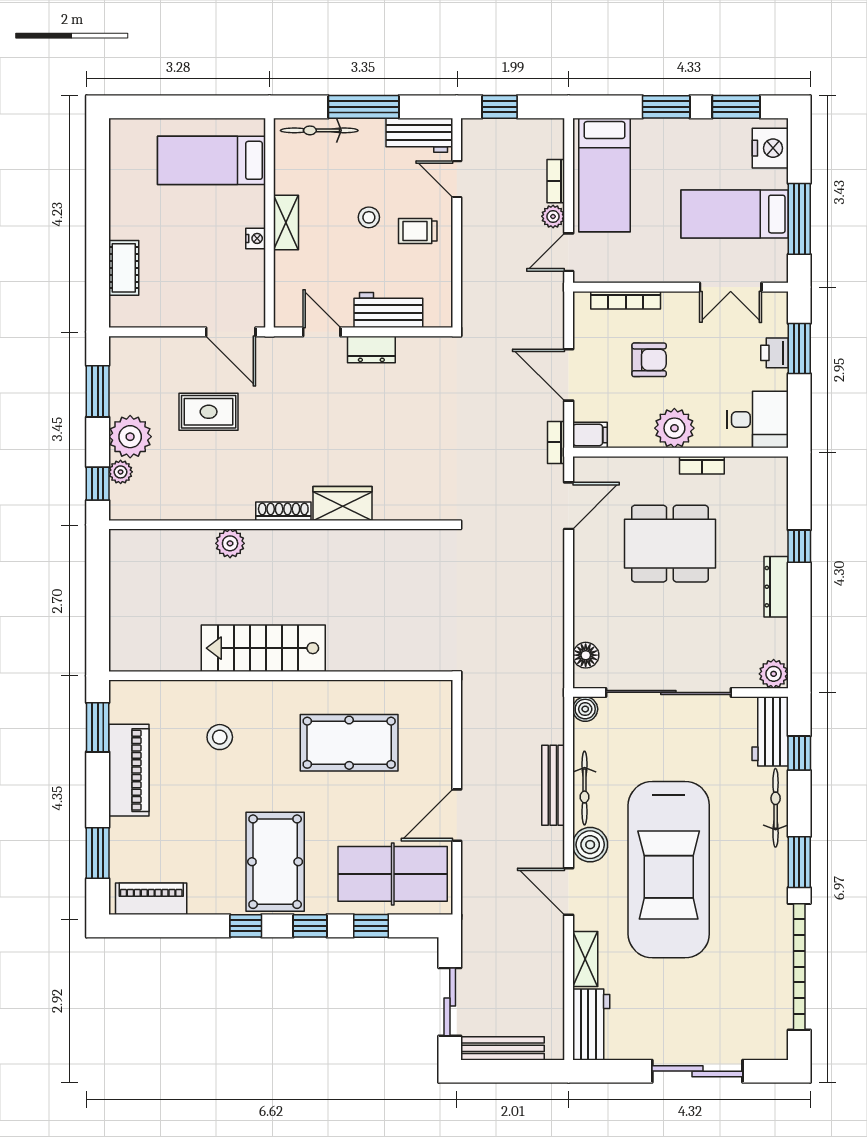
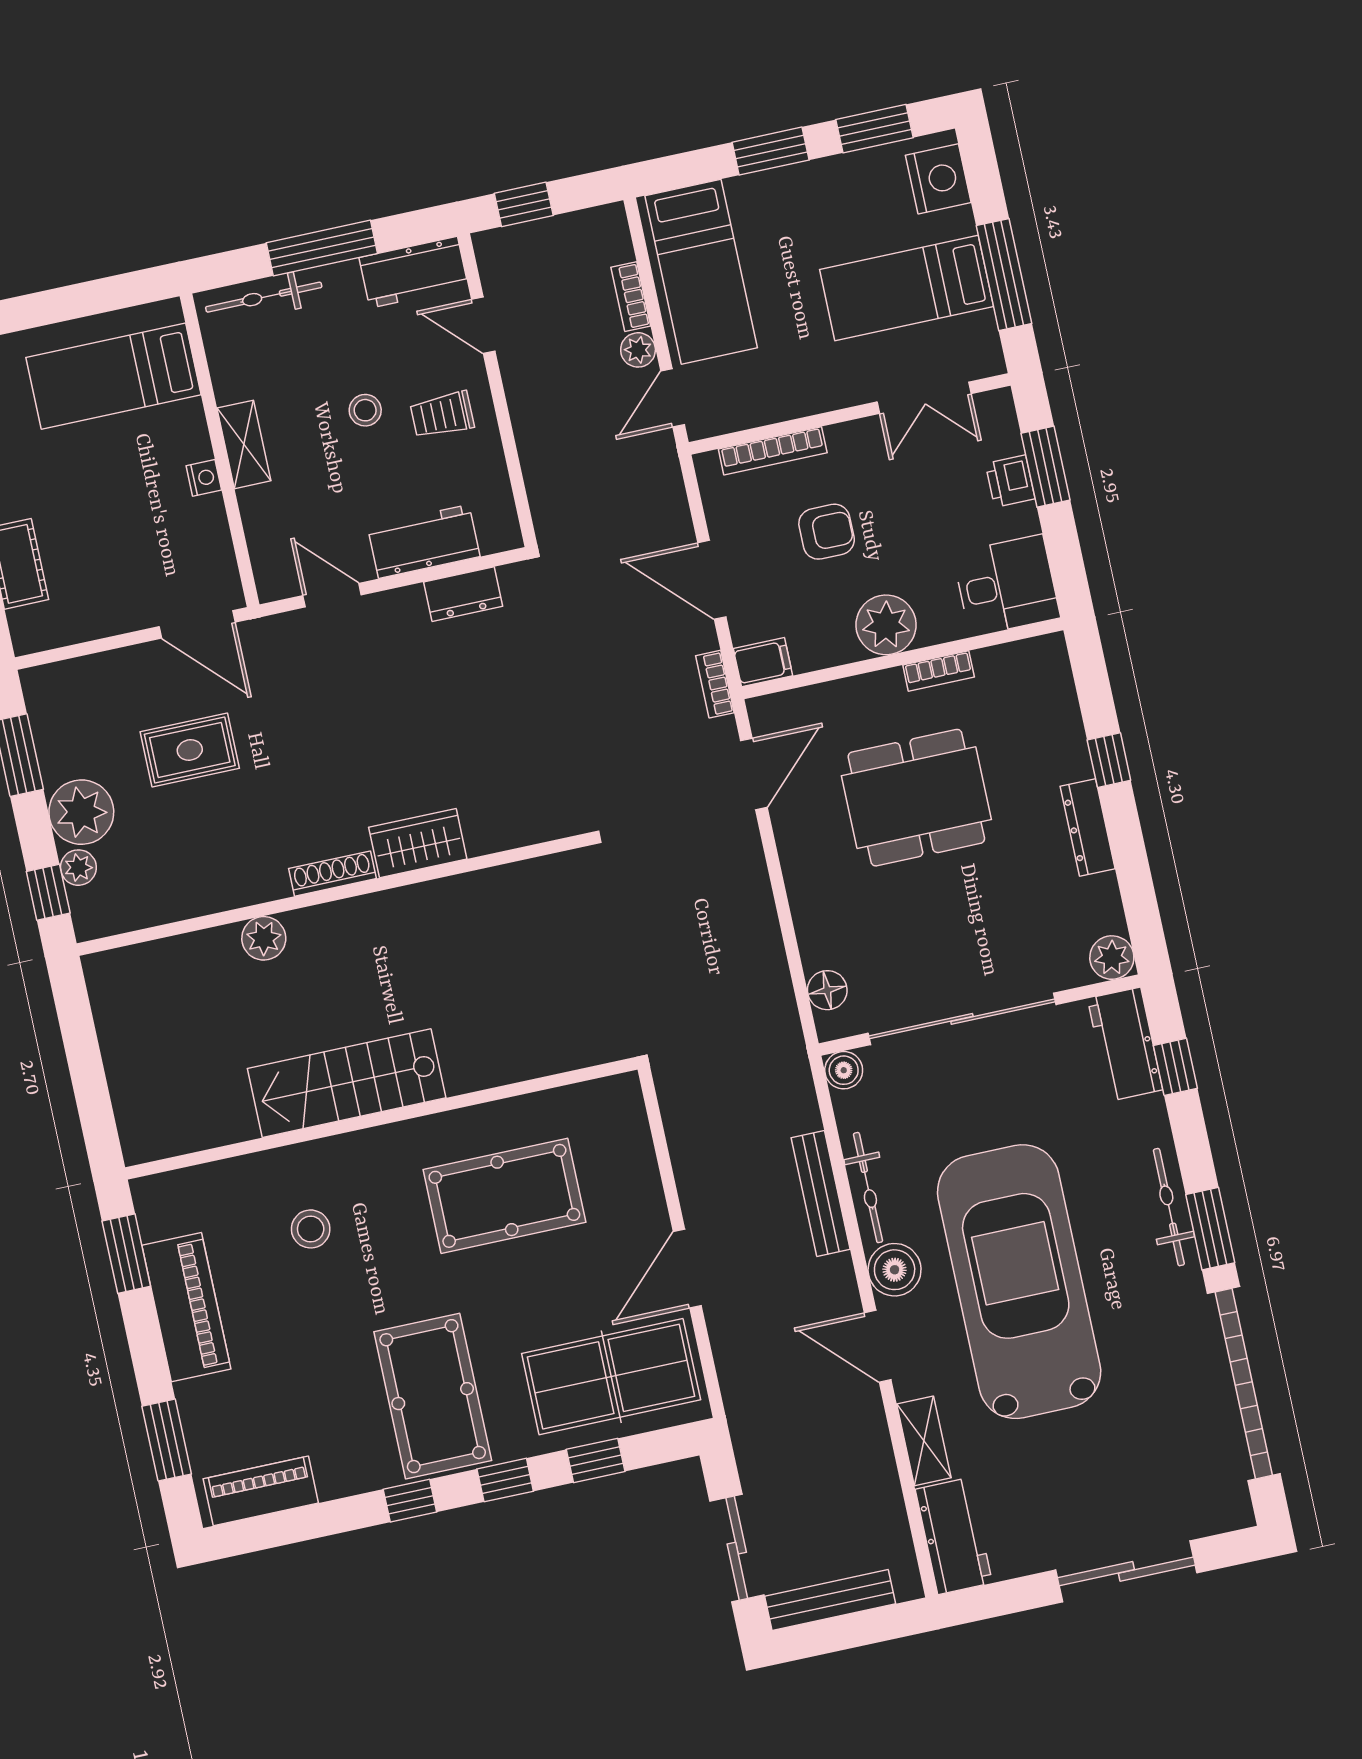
dresser: (371, 349) -> (463, 594), moved
bicycle: (776, 808) -> (1169, 1207), moved
car: (669, 870) -> (1019, 1282), turned 180

